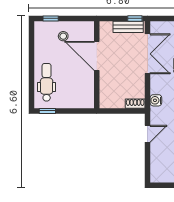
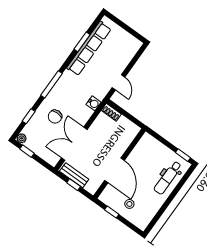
window: (51, 18) -> (112, 212), moved
window: (135, 18) -> (74, 185), moved
door: (148, 134) -> (118, 82), swing flipped

